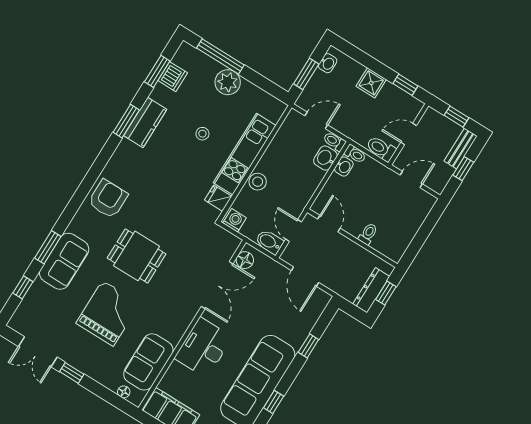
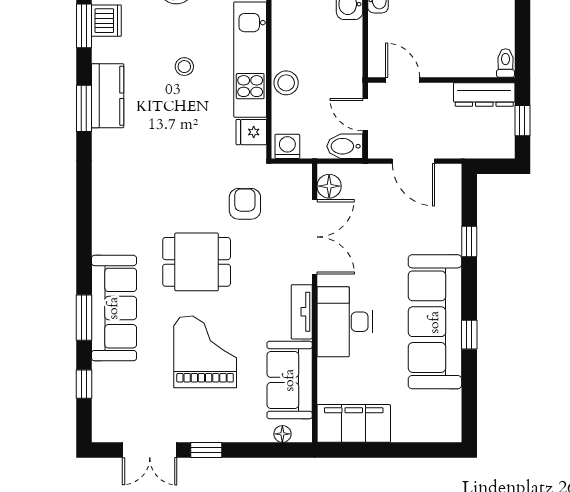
armchair: (108, 199) -> (245, 204), moved, width x0.72, depth x0.72
toilet: (368, 234) -> (506, 63), moved
sofa: (64, 261) -> (114, 308), width x1.36
dresser: (371, 290) -> (484, 94), moved, turned -90
tv unit: (181, 325) -> (302, 312), added

